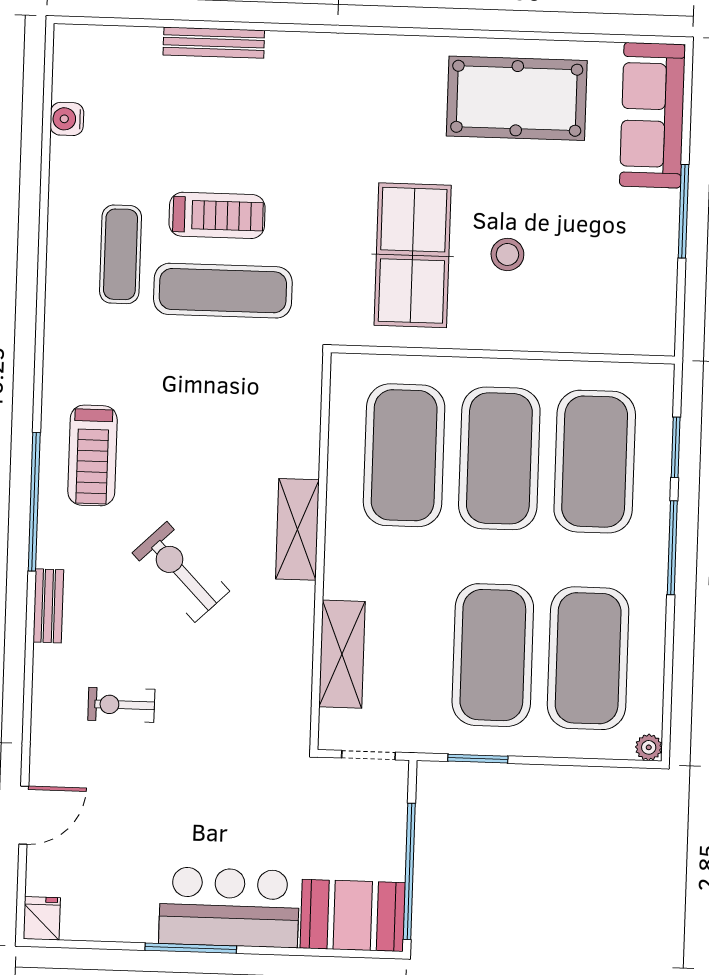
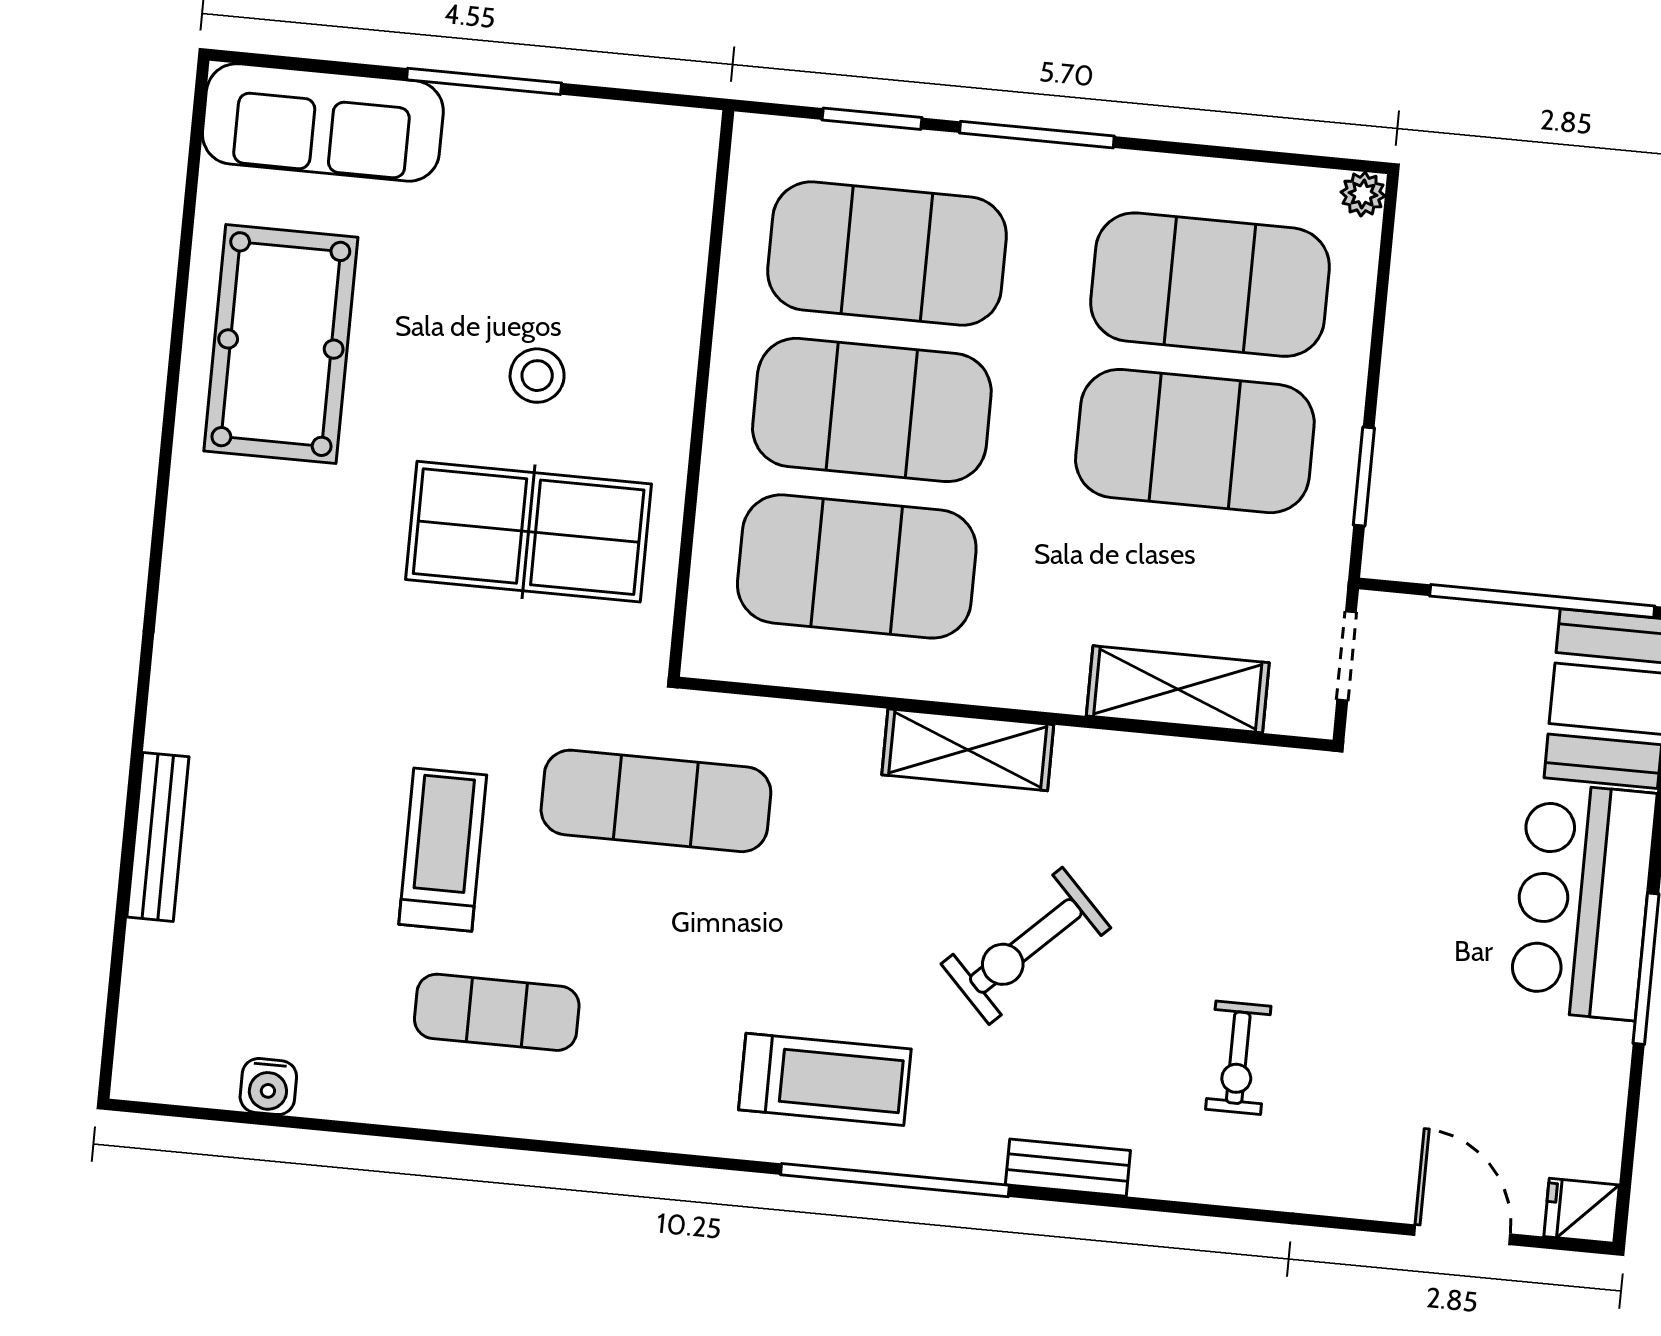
exercise mat: (223, 291) -> (656, 801), moved, turned 90
door: (24, 815) -> (1462, 1235), moved

